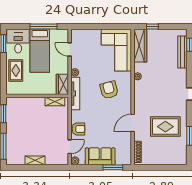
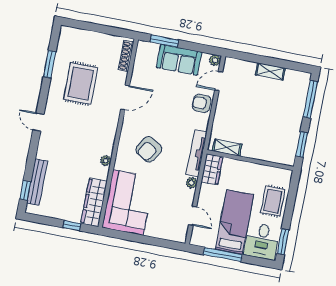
armchair: (109, 90) -> (149, 149), turned 46
rug: (165, 127) -> (81, 84), turned 90

